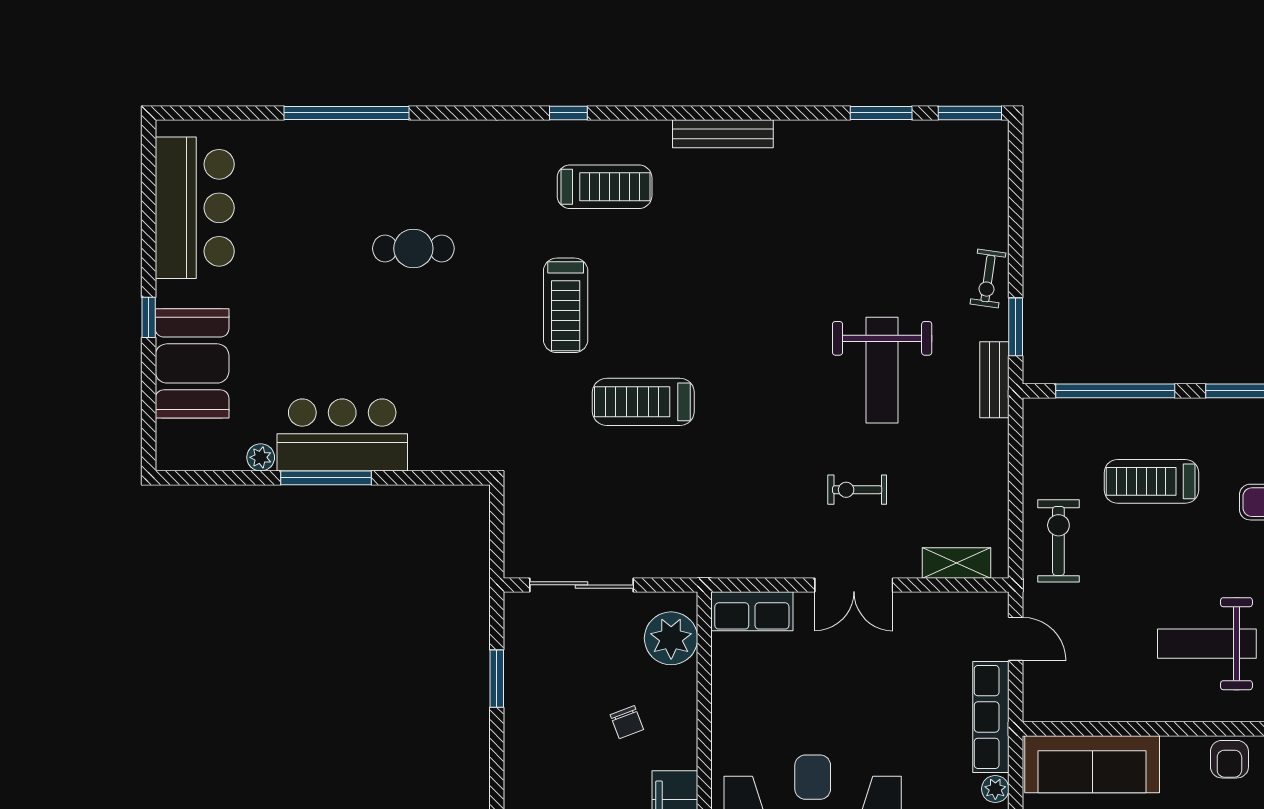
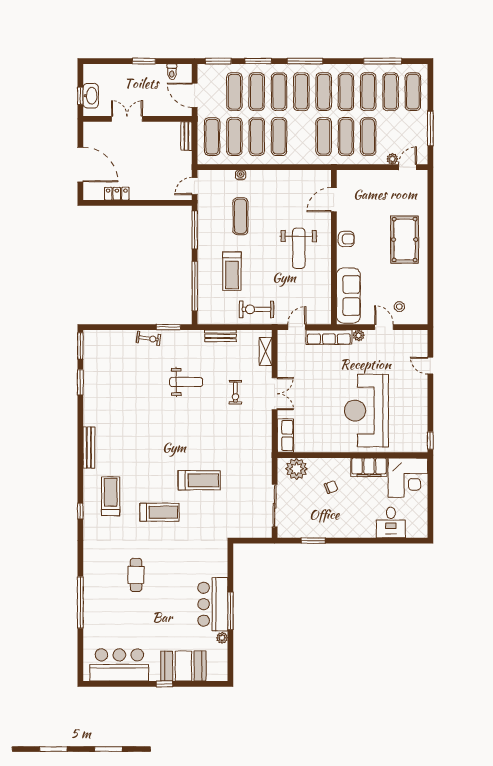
weight bench: (882, 370) -> (186, 382), width x0.73, depth x0.75
bench: (994, 380) -> (221, 336), moved
treadmill: (643, 402) -> (199, 480), turned -90

